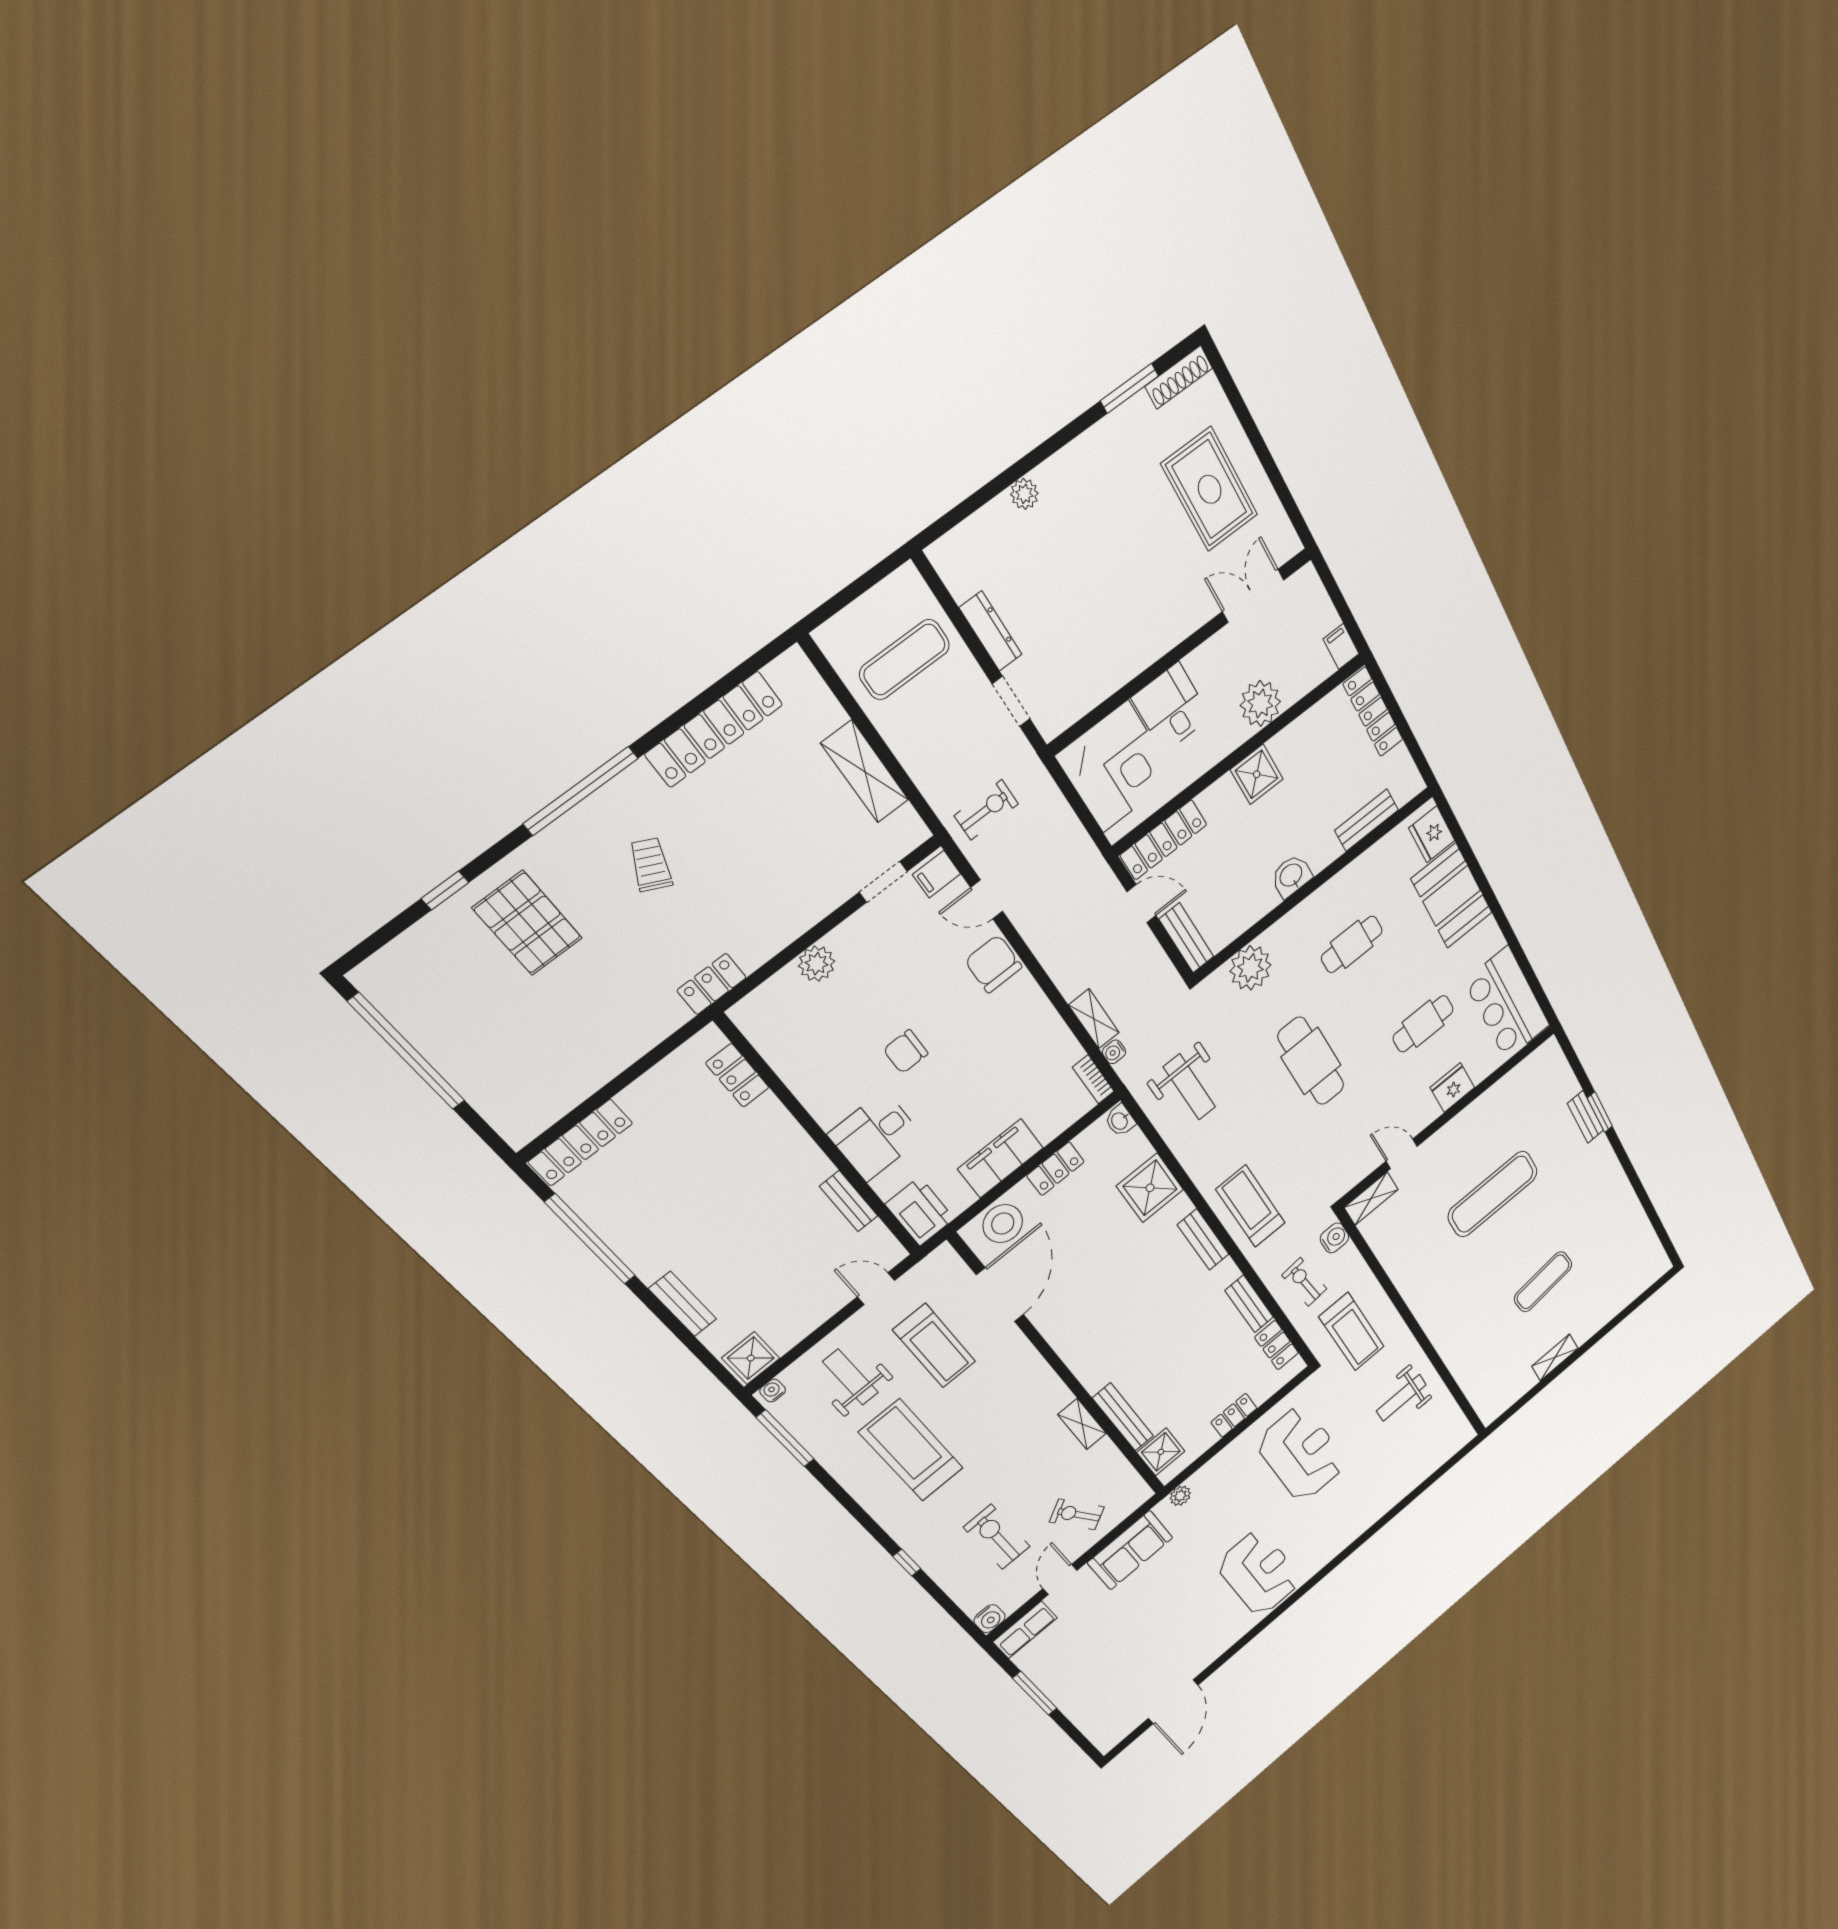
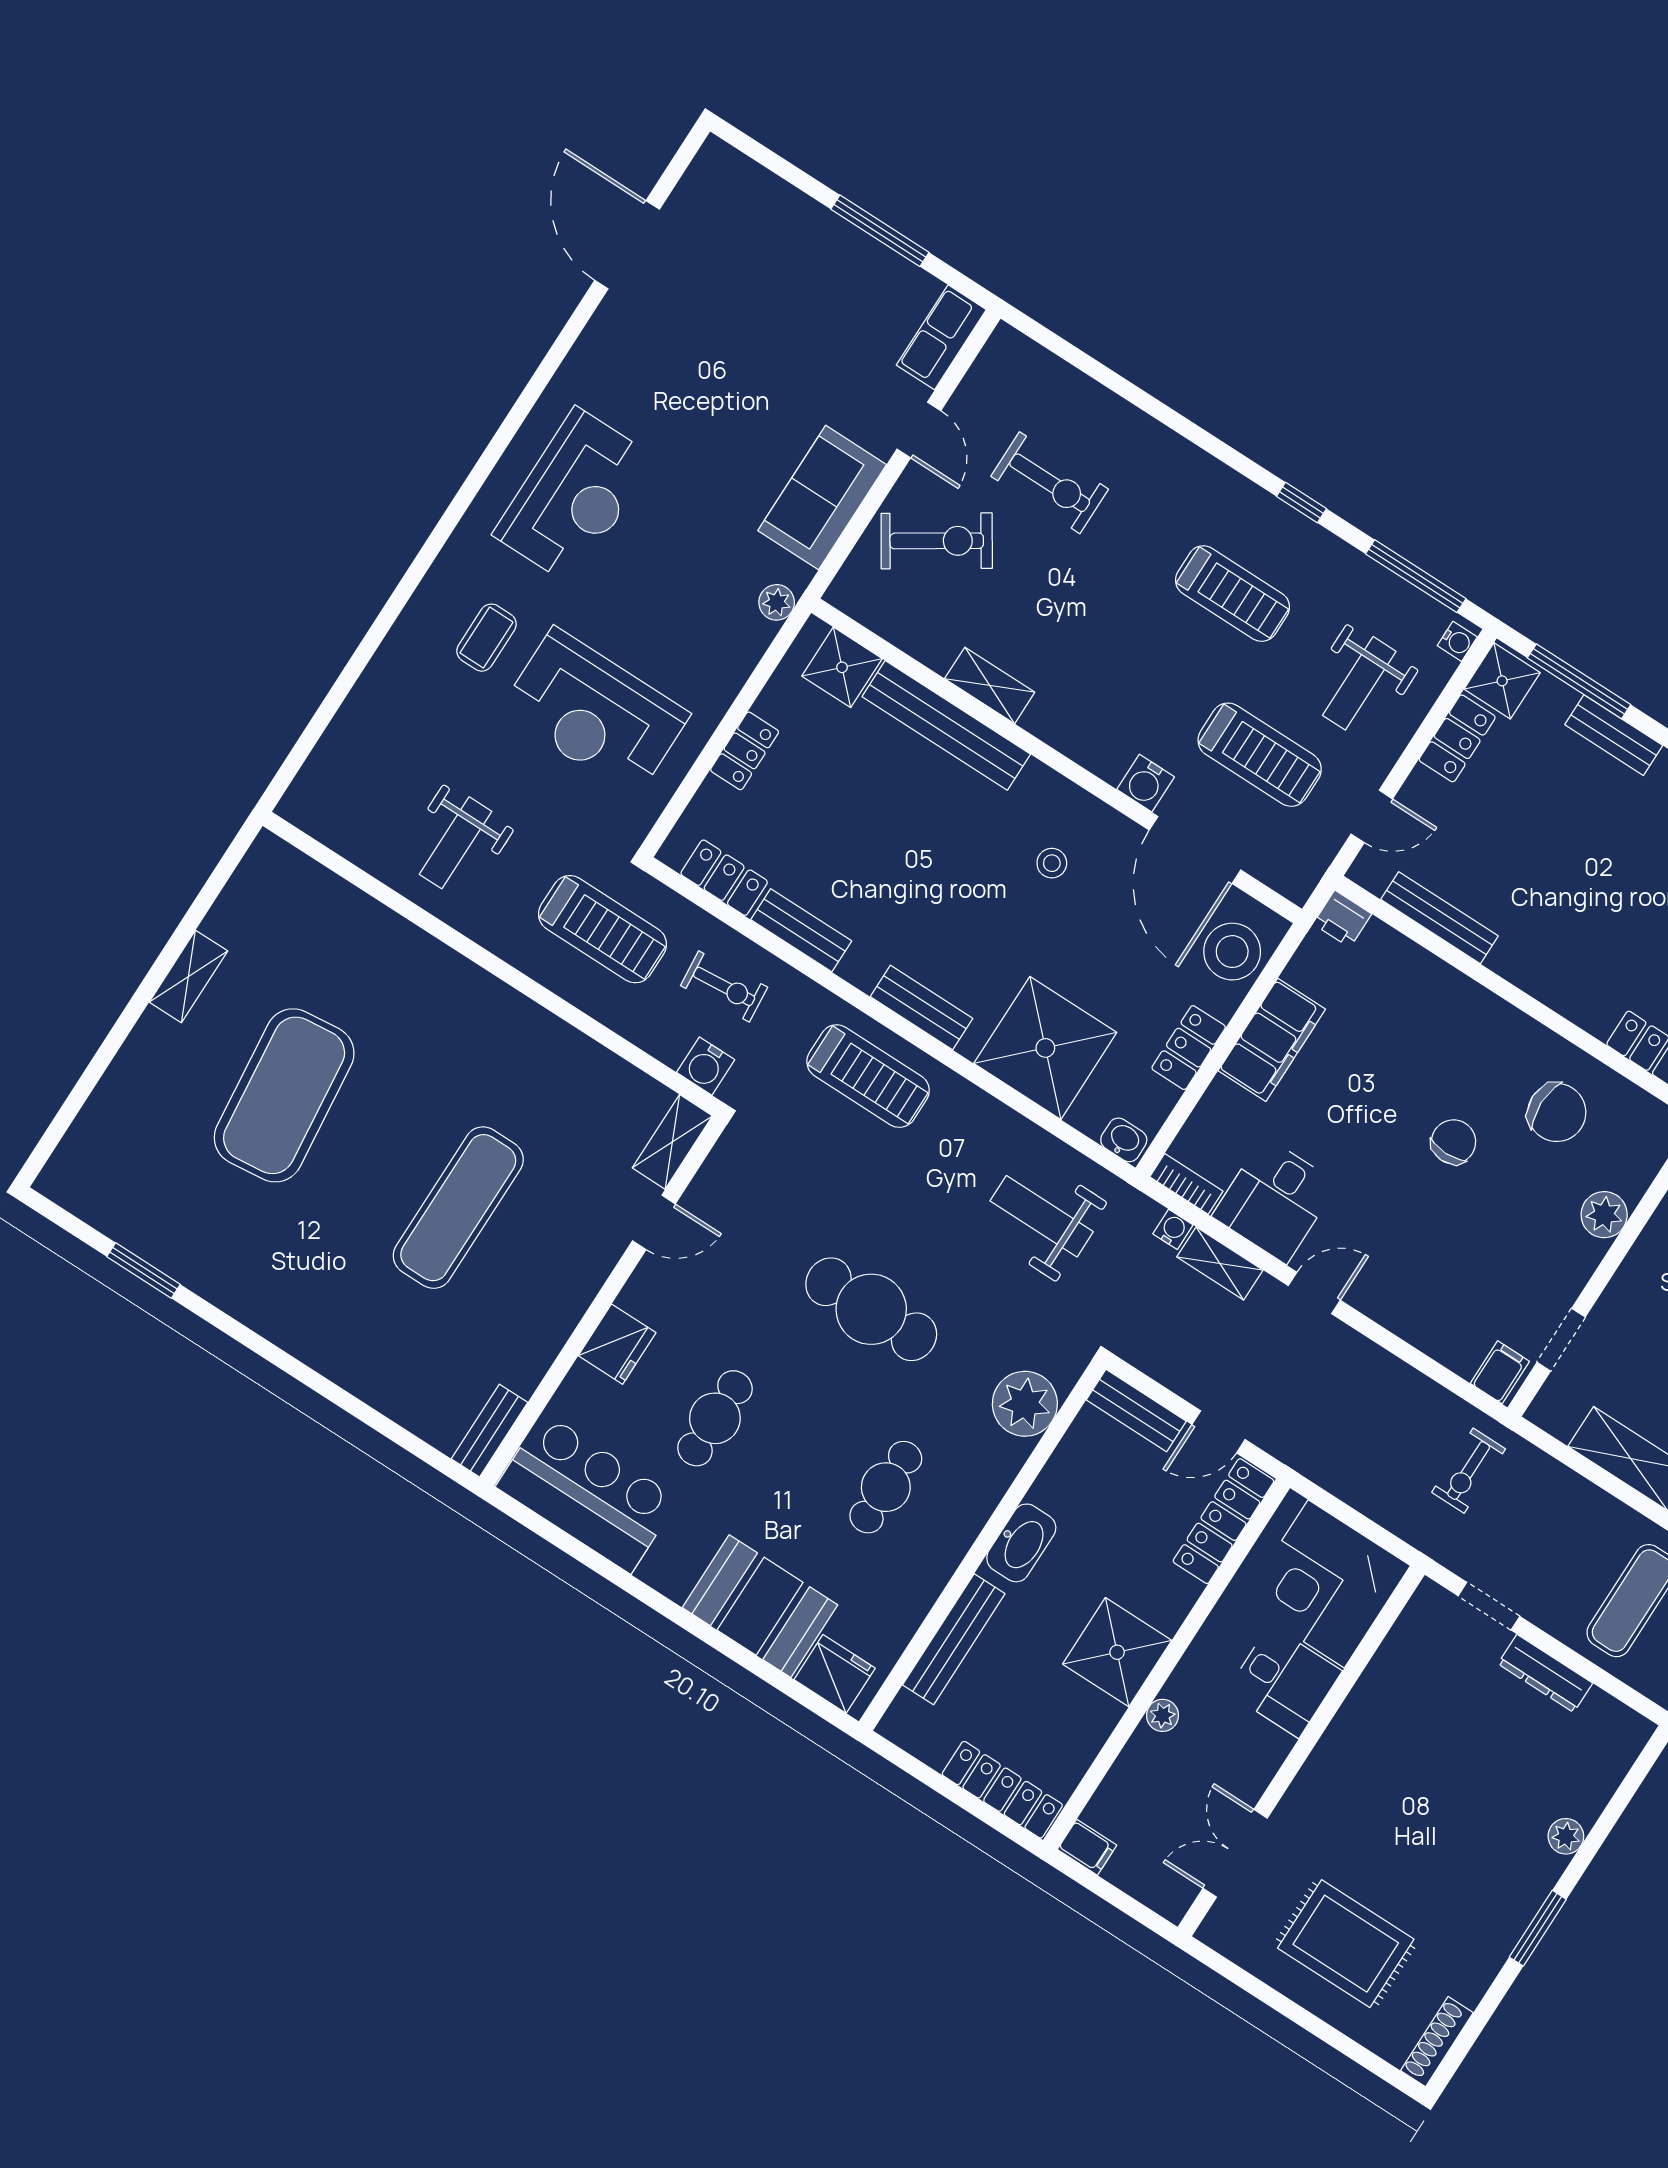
window: (1129, 388) -> (1538, 1928), moved
double door: (1253, 596) -> (1235, 1853), swing flipped
plant: (1260, 704) -> (1163, 1715), width x0.53, depth x0.53
shower: (1257, 774) -> (1117, 1652), width x1.36, depth x1.36
bench: (1366, 820) -> (954, 1639), width x1.36
washbasin: (1291, 876) -> (1021, 1543), width x1.38
door: (987, 900) -> (1314, 1293), moved
chair: (993, 964) -> (1557, 1112), moved
window: (1600, 1112) -> (143, 1270), moved
bench: (1585, 1117) -> (490, 1431), moved, turned 90
desk: (876, 1136) -> (1275, 1200), moved, turned 180
shower: (1150, 1188) -> (1045, 1048), width x1.37, depth x1.37
bench: (849, 1201) -> (1439, 918), width x1.36
printer: (920, 1212) -> (1342, 919), width x0.53, depth x0.68
exercise mat: (1543, 1282) -> (284, 1095), width x2.00, depth x1.45
stool: (1091, 1308) -> (1052, 863), added
locker: (797, 1327) -> (1457, 738), added
treadmill: (1352, 1332) -> (603, 929), turned 180
window: (695, 1346) -> (1579, 681), added
treadmill: (934, 1346) -> (1260, 755), turned 180
weight bench: (851, 1377) -> (1359, 683), turned 90
weight bench: (1401, 1398) -> (456, 843), turned 180
bench: (1123, 1417) -> (946, 725), width x1.37, depth x1.21
treadmill: (911, 1450) -> (1233, 594), width x0.73, depth x0.73
coffee table: (1336, 1505) -> (487, 638), added
exercise bike: (1077, 1514) -> (937, 541), width x1.38, depth x1.39
window: (907, 1562) -> (1301, 502), moved
reception desk: (1259, 1573) -> (574, 496), turned -90
water cooler: (990, 1619) -> (1146, 783), moved, turned -90

